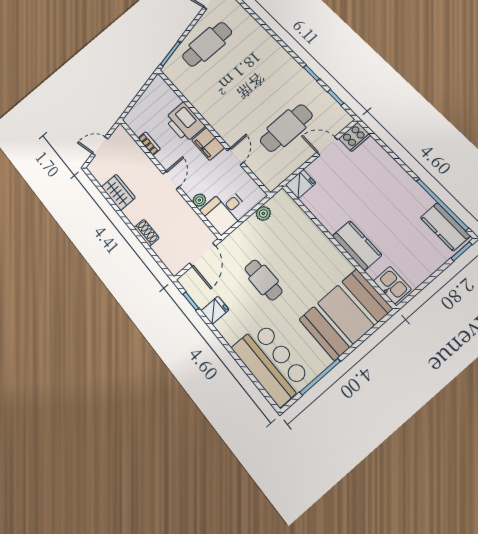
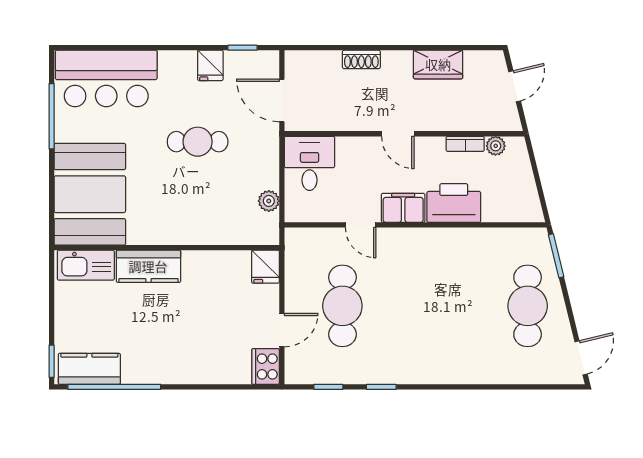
plant: (199, 200) -> (496, 146), moved
kitchen sink: (392, 285) -> (86, 265), width x1.38

